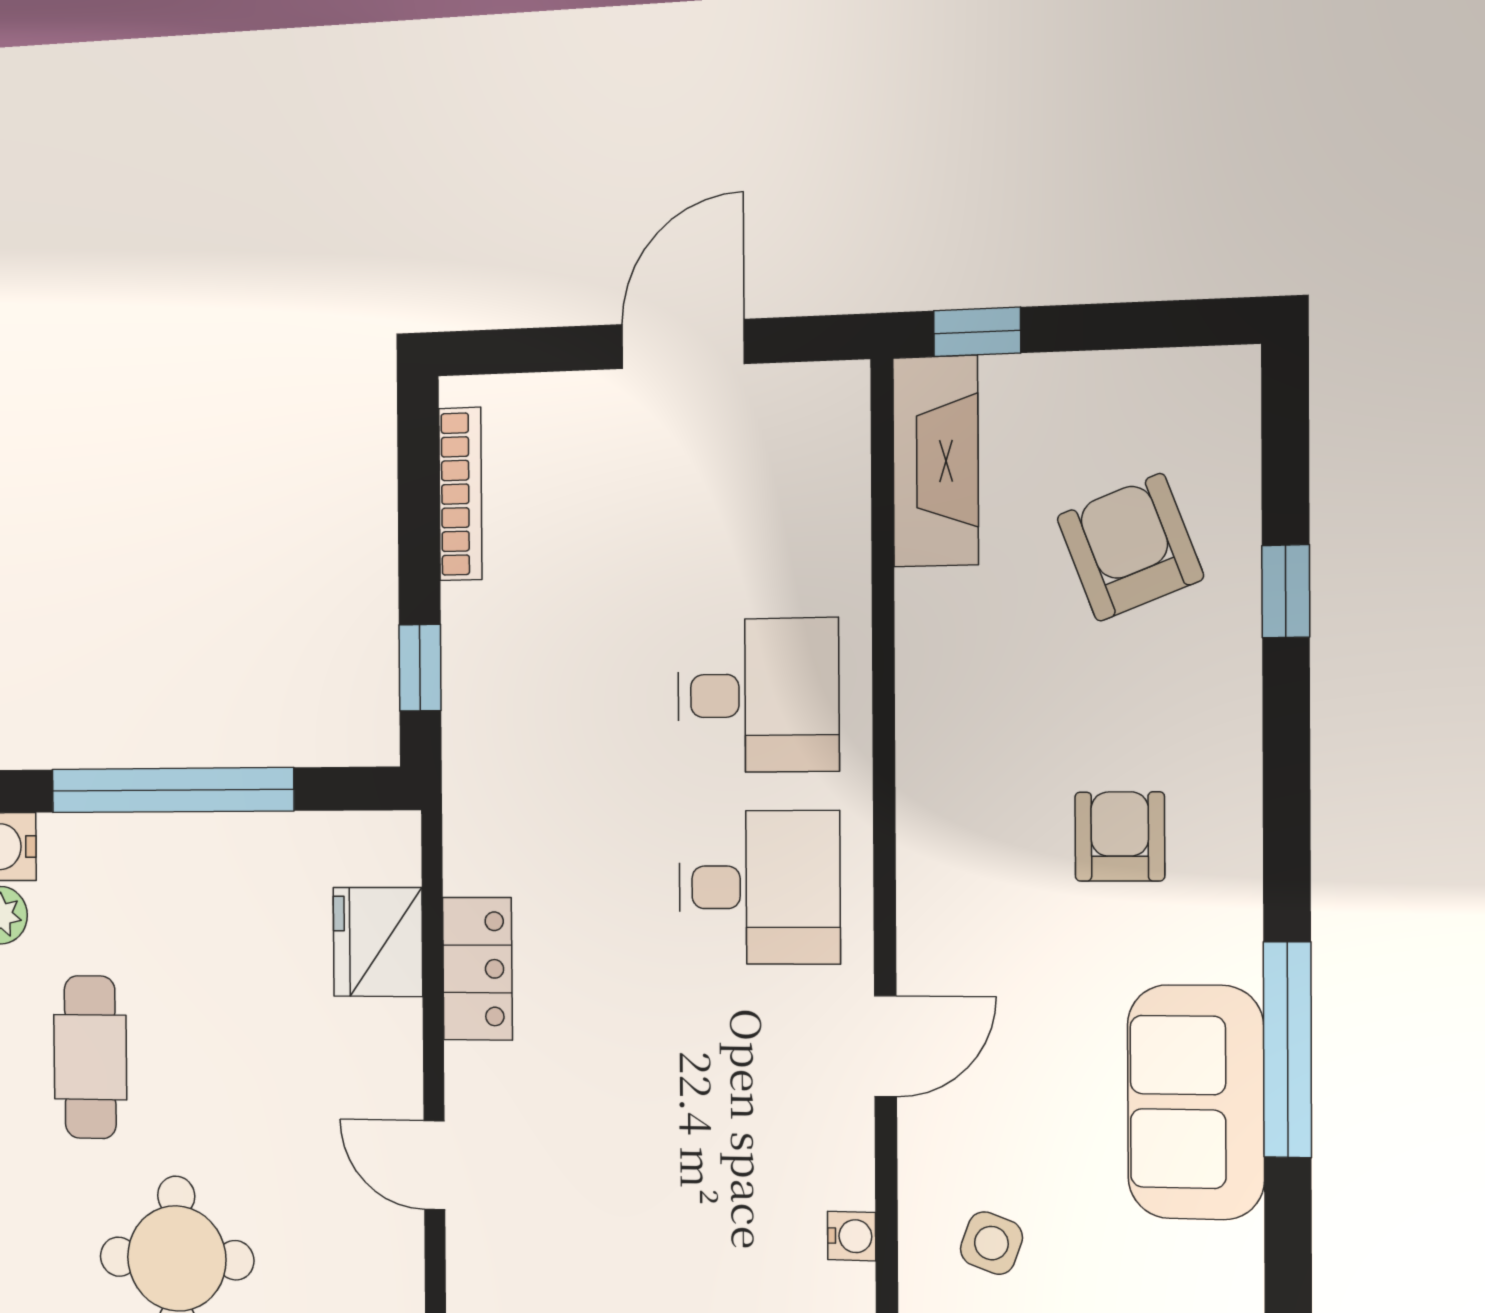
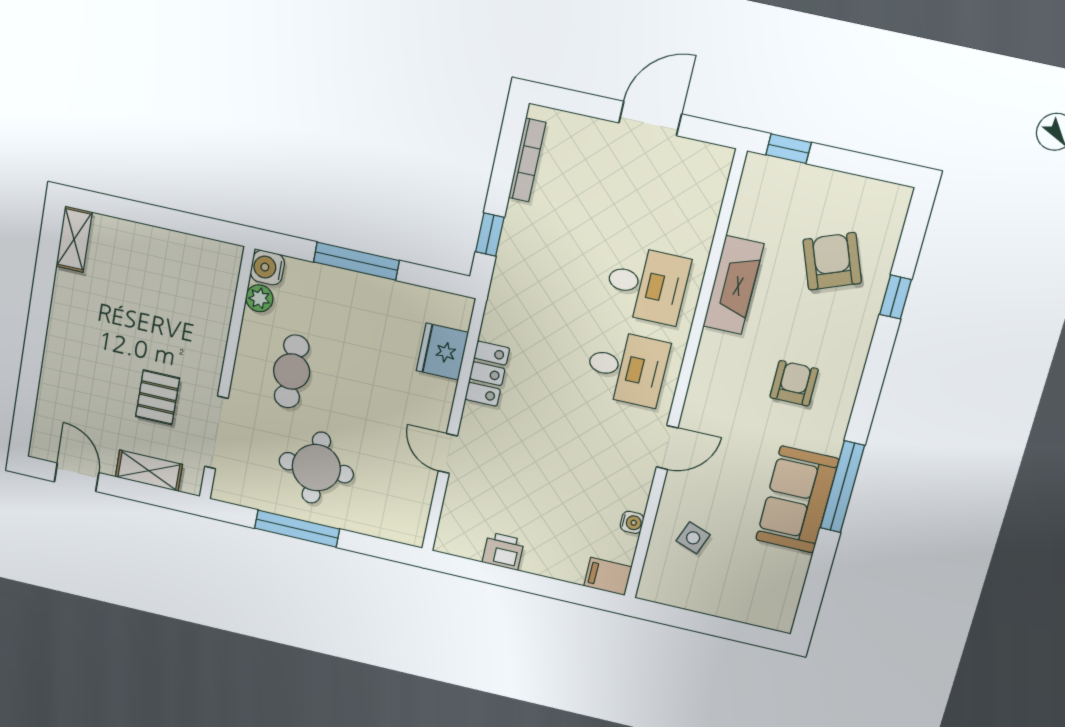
fireplace: (936, 461) -> (733, 285), moved
window: (172, 790) -> (356, 261), width x0.68

